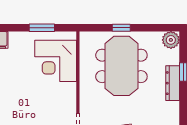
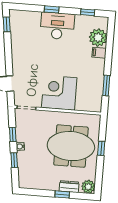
corner desk: (56, 61) -> (59, 93), moved
dresser: (173, 83) -> (69, 187), moved, width x0.70

